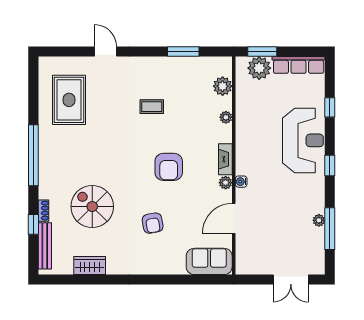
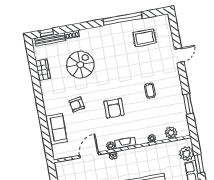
window: (262, 52) -> (199, 164), moved
rug: (69, 100) -> (145, 38), width x0.73, depth x0.70
window: (33, 155) -> (123, 19), moved
armchair: (169, 167) -> (114, 108), turned -90
door: (234, 218) -> (89, 155), hinge flipped
window: (33, 224) -> (47, 33), moved
sofa: (209, 261) -> (56, 129), moved

